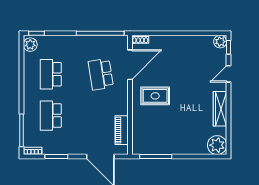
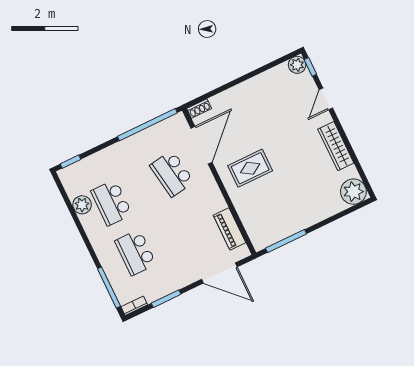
plant: (30, 45) -> (82, 205), moved

